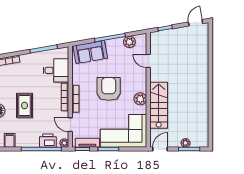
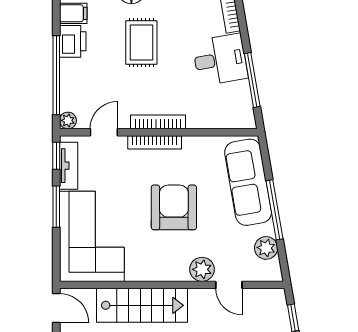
sofa: (90, 52) -> (248, 182), width x1.36
door: (148, 61) -> (229, 285), swing flipped
desk: (56, 70) -> (220, 60), moved, turned -100
armchair: (109, 89) -> (174, 207), turned -90
plant: (140, 99) -> (202, 269), moved
rug: (25, 105) -> (141, 43), turned 90
printer: (48, 141) -> (73, 41), moved

